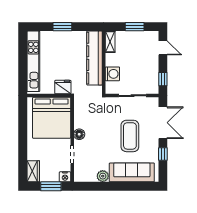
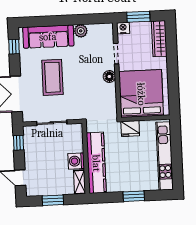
washing machine: (112, 74) -> (76, 161), moved
window: (163, 154) -> (14, 47), moved
wardrobe: (33, 171) -> (159, 39), width x1.50

